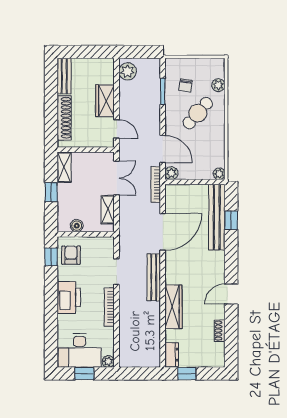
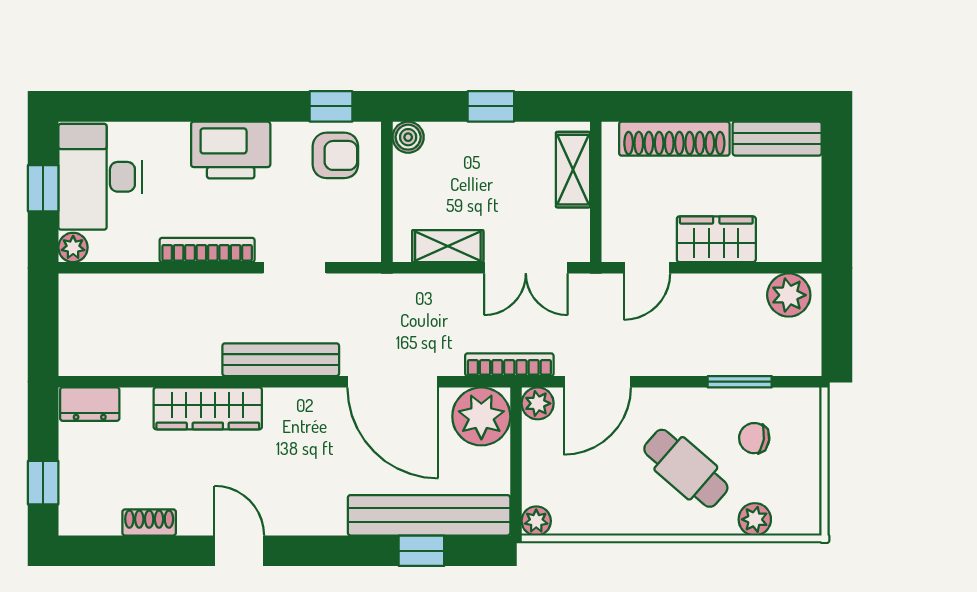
shelving: (64, 167) -> (573, 170), moved, turned 90
plant: (177, 196) -> (481, 416), added
boiler: (77, 226) -> (408, 137), moved
window: (187, 374) -> (43, 483), moved

